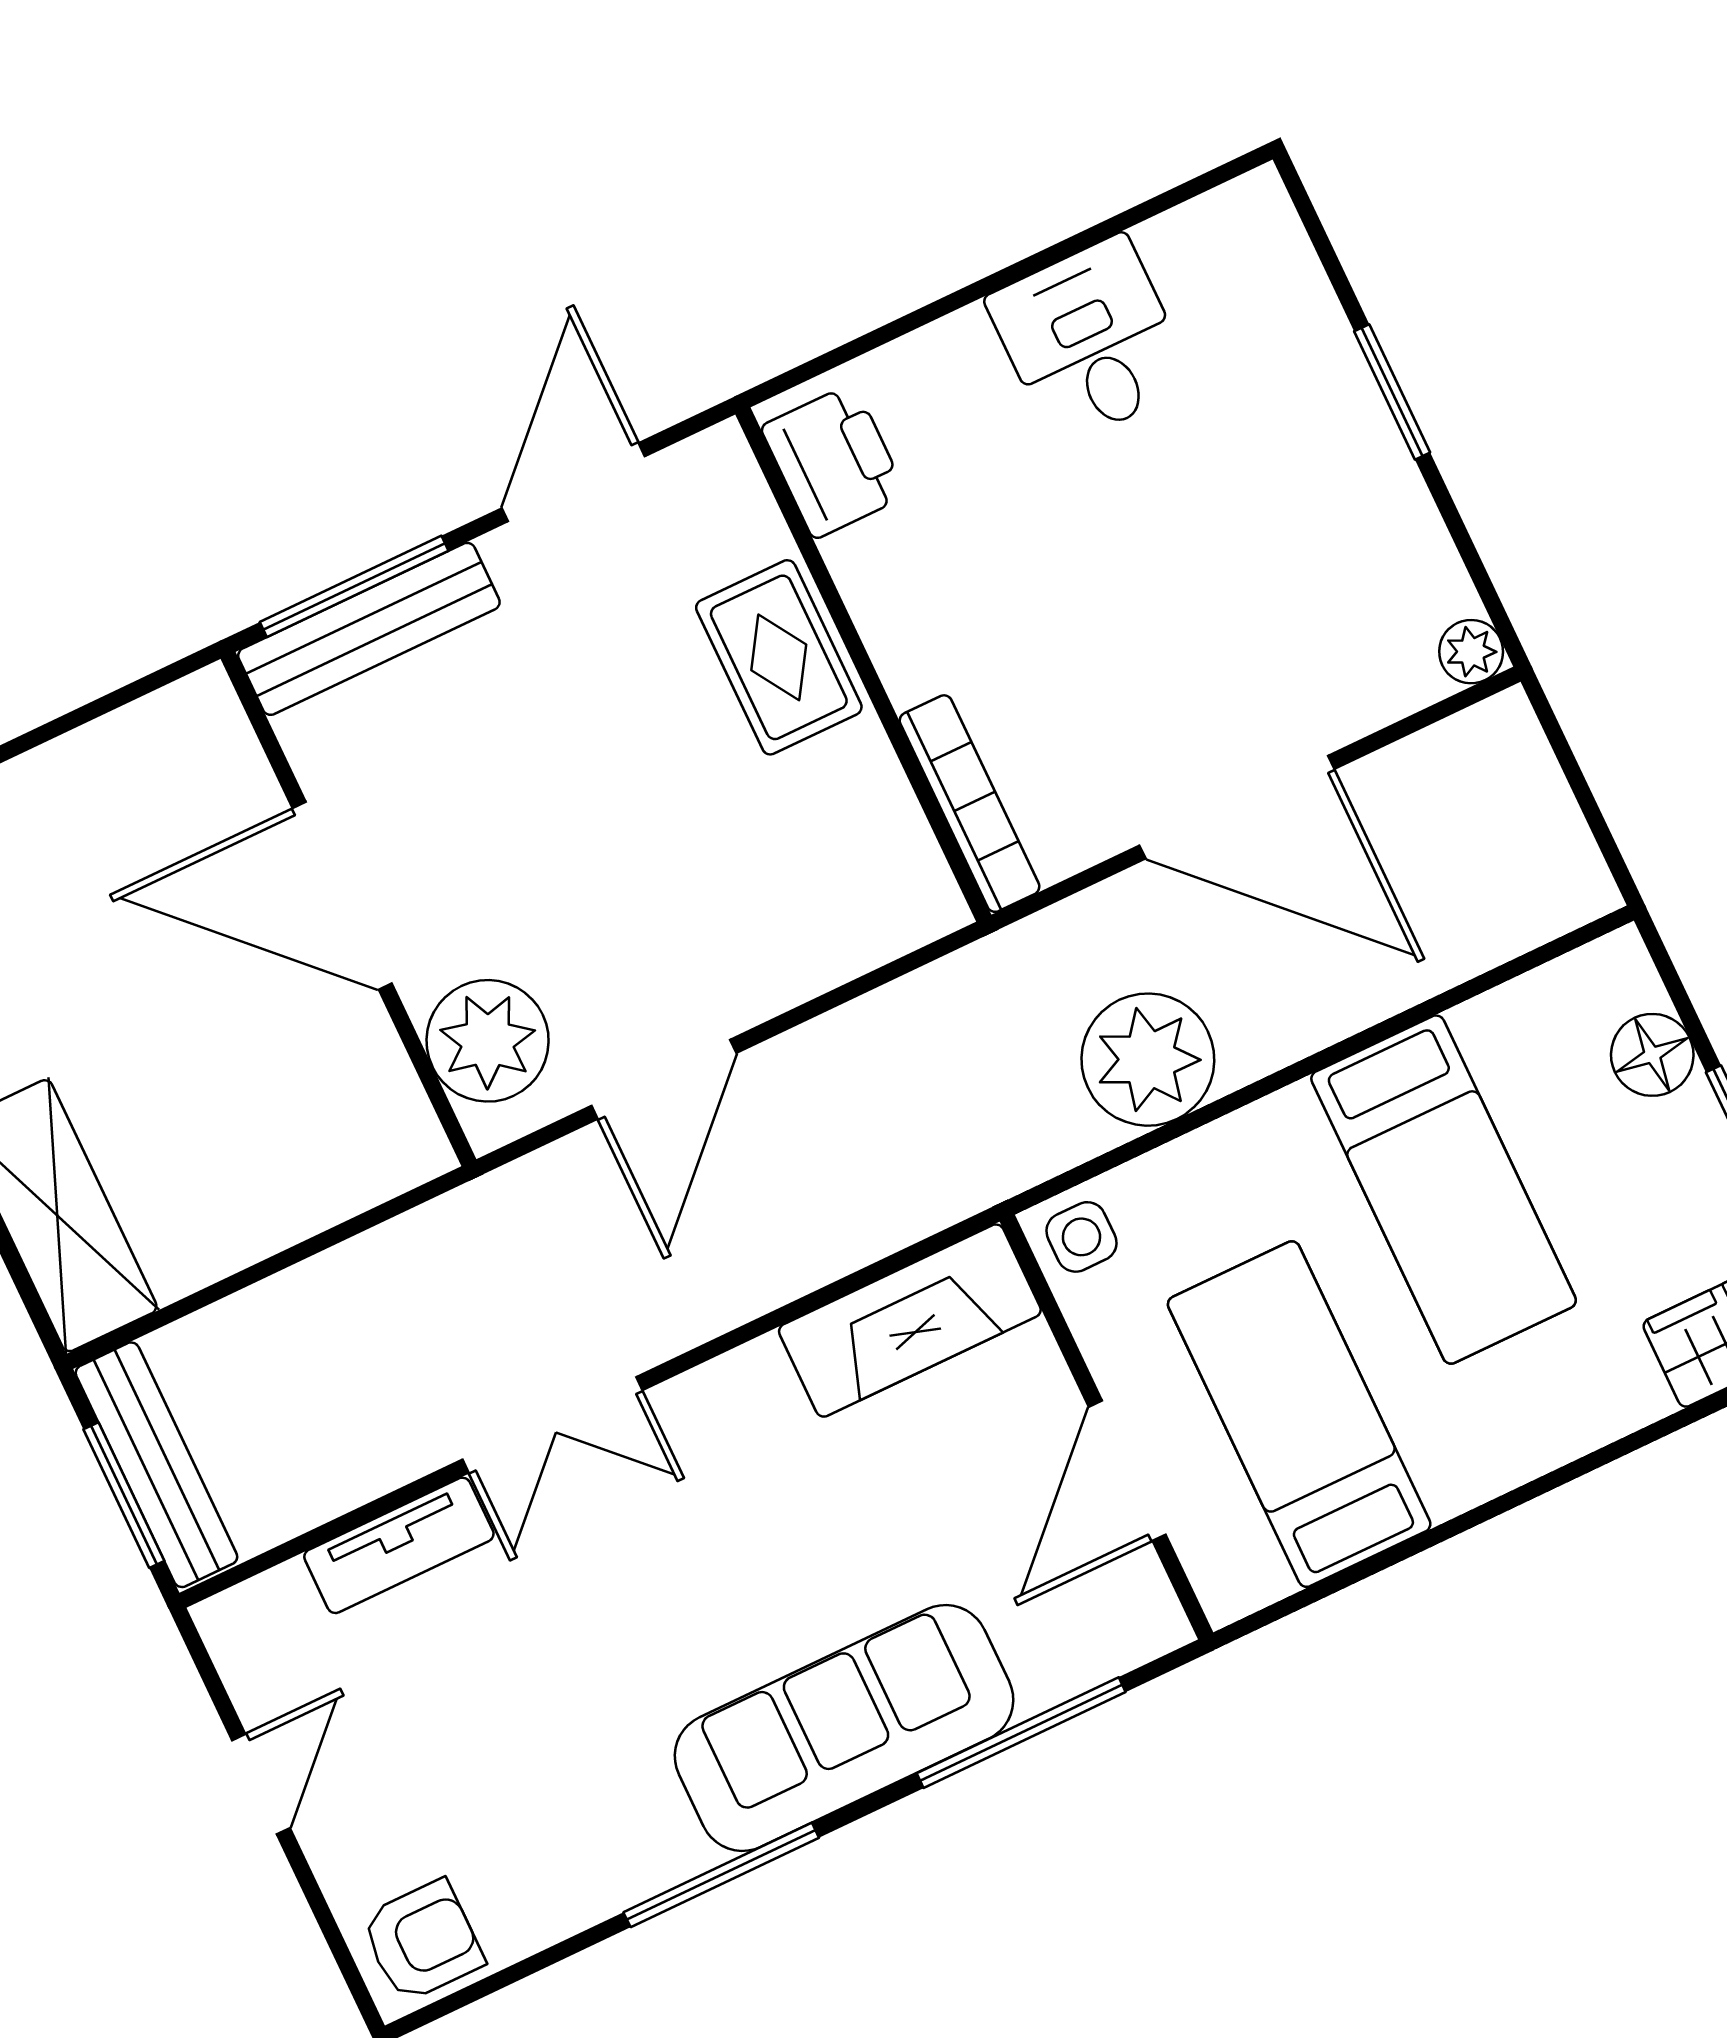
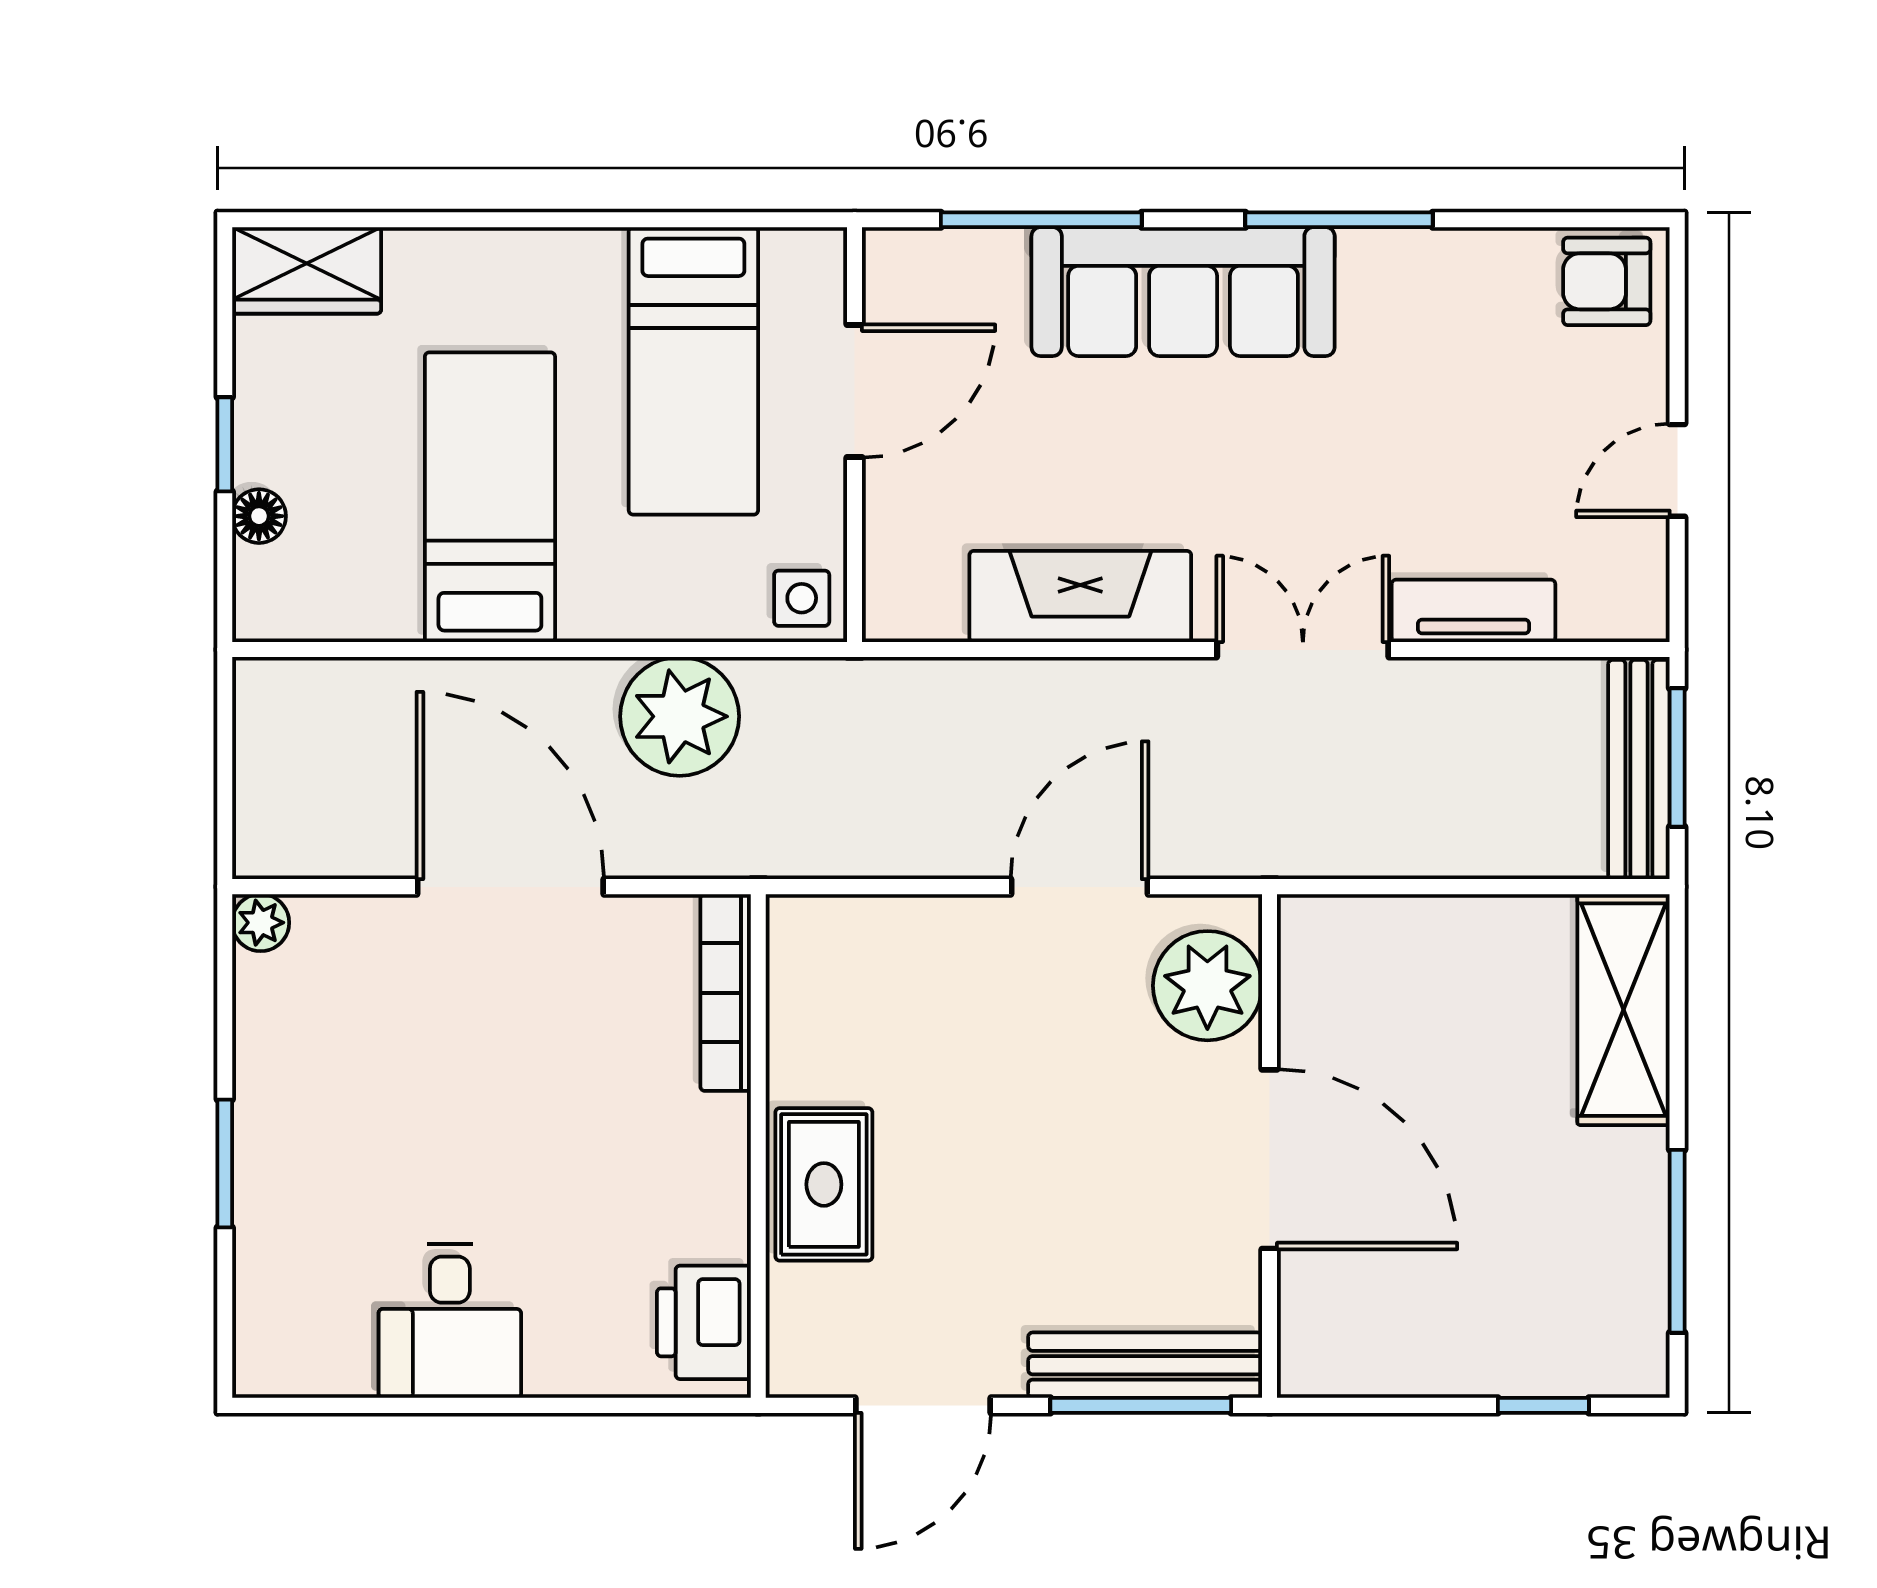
floor lamp: (1652, 1055) -> (259, 516), width x0.73, depth x0.73
fireplace: (910, 1321) -> (1080, 596), moved

